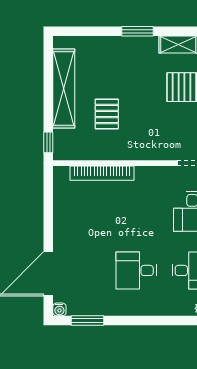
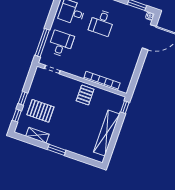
pallet: (107, 114) -> (85, 95), moved
desk: (136, 270) -> (102, 23), turned 90

